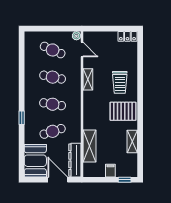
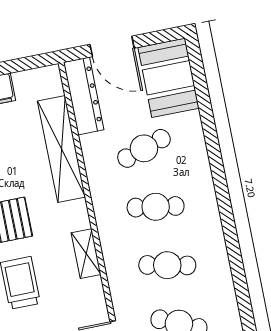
shelving: (88, 79) -> (86, 254), moved
window: (22, 118) -> (216, 164), removed
shelving: (89, 146) -> (61, 149), width x1.47

